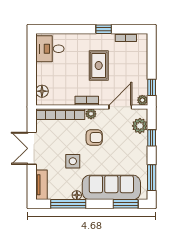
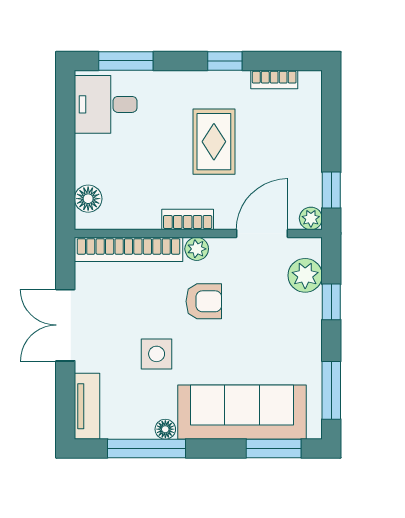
window: (59, 29) -> (126, 61), added

